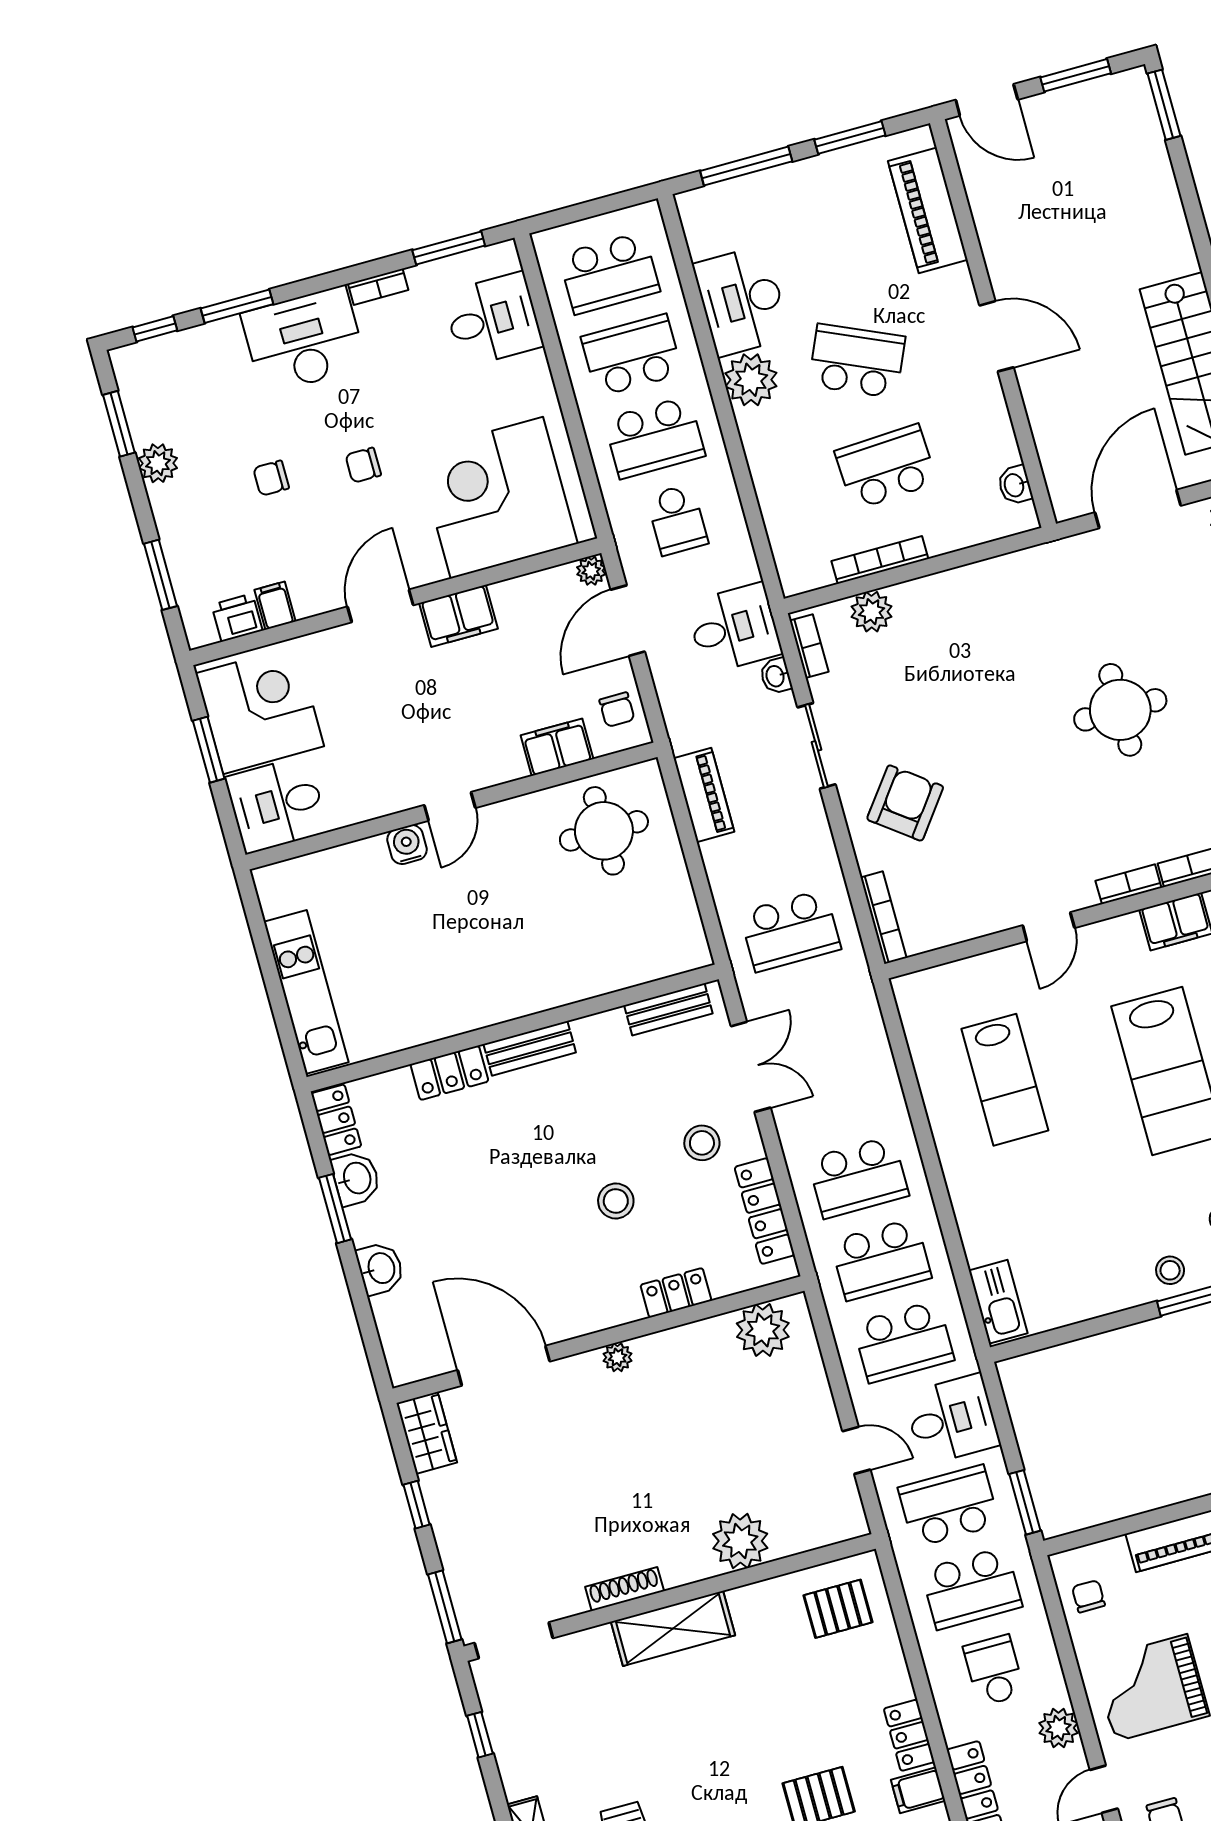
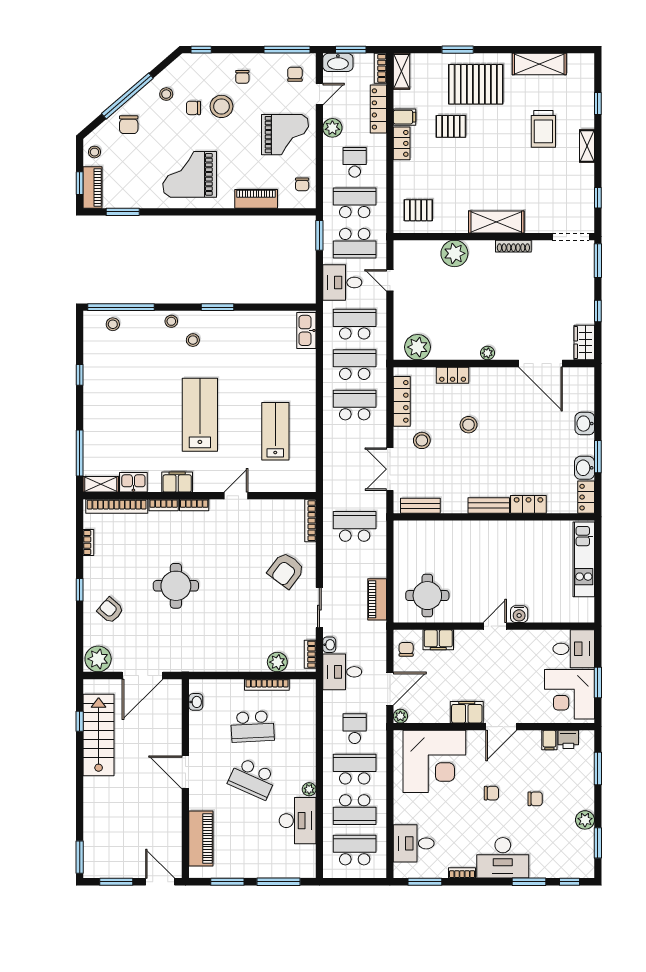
plant: (751, 380) -> (309, 789), width x0.53, depth x0.53
stool: (1170, 1270) -> (224, 323), removed
school desk: (994, 1670) -> (355, 162), turned 180

